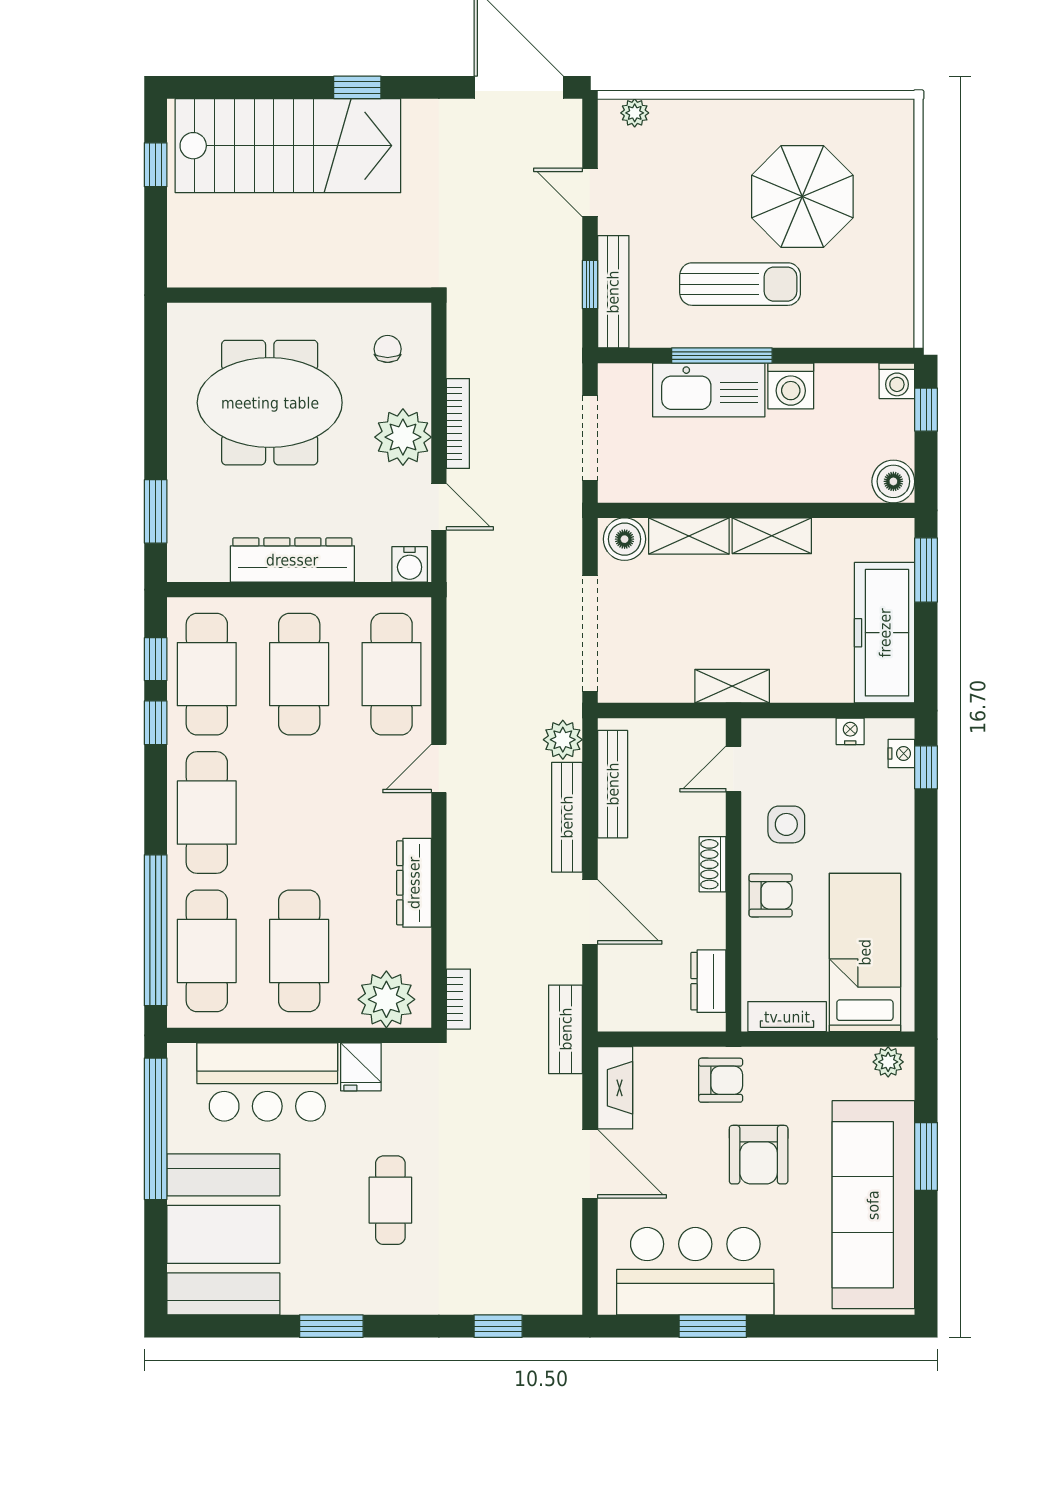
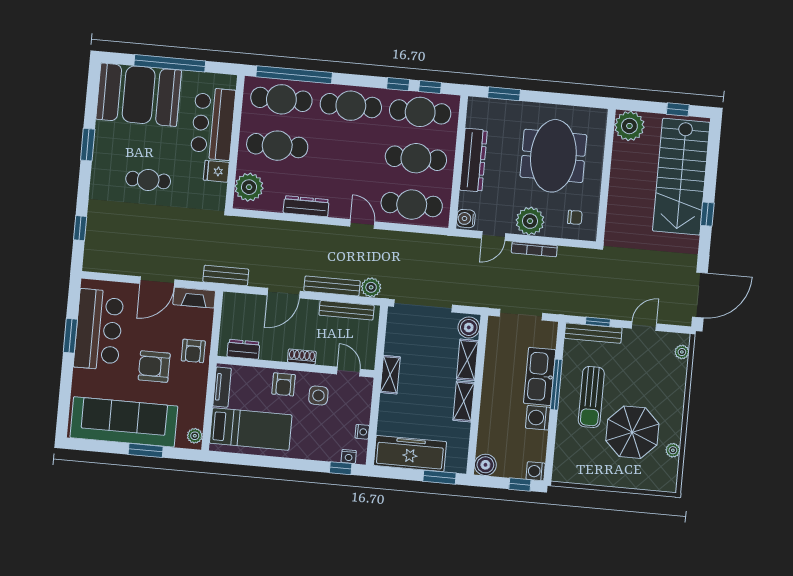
plant: (831, 113) -> (673, 450), added
plant: (197, 257) -> (629, 126), added
bookcase: (458, 999) -> (246, 223), removed
window: (156, 1129) -> (170, 63), moved

